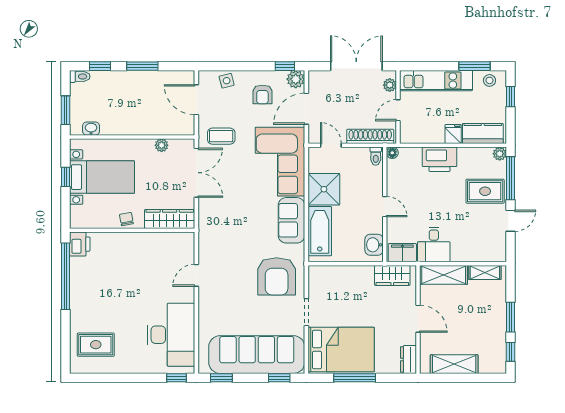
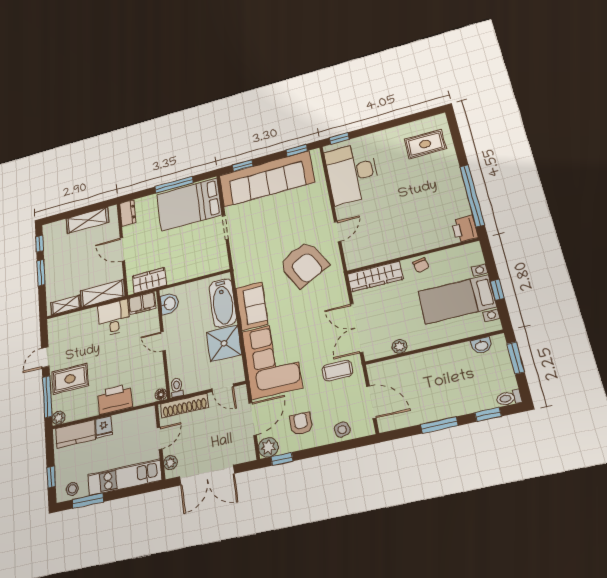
armchair: (277, 276) -> (304, 264), moved, turned 152

